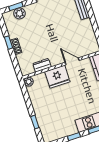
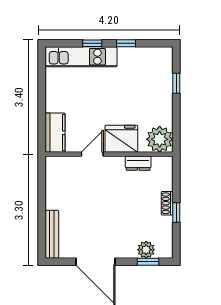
door: (72, 61) -> (92, 154), swing flipped
plant: (29, 82) -> (160, 139), width x1.87, depth x1.87

